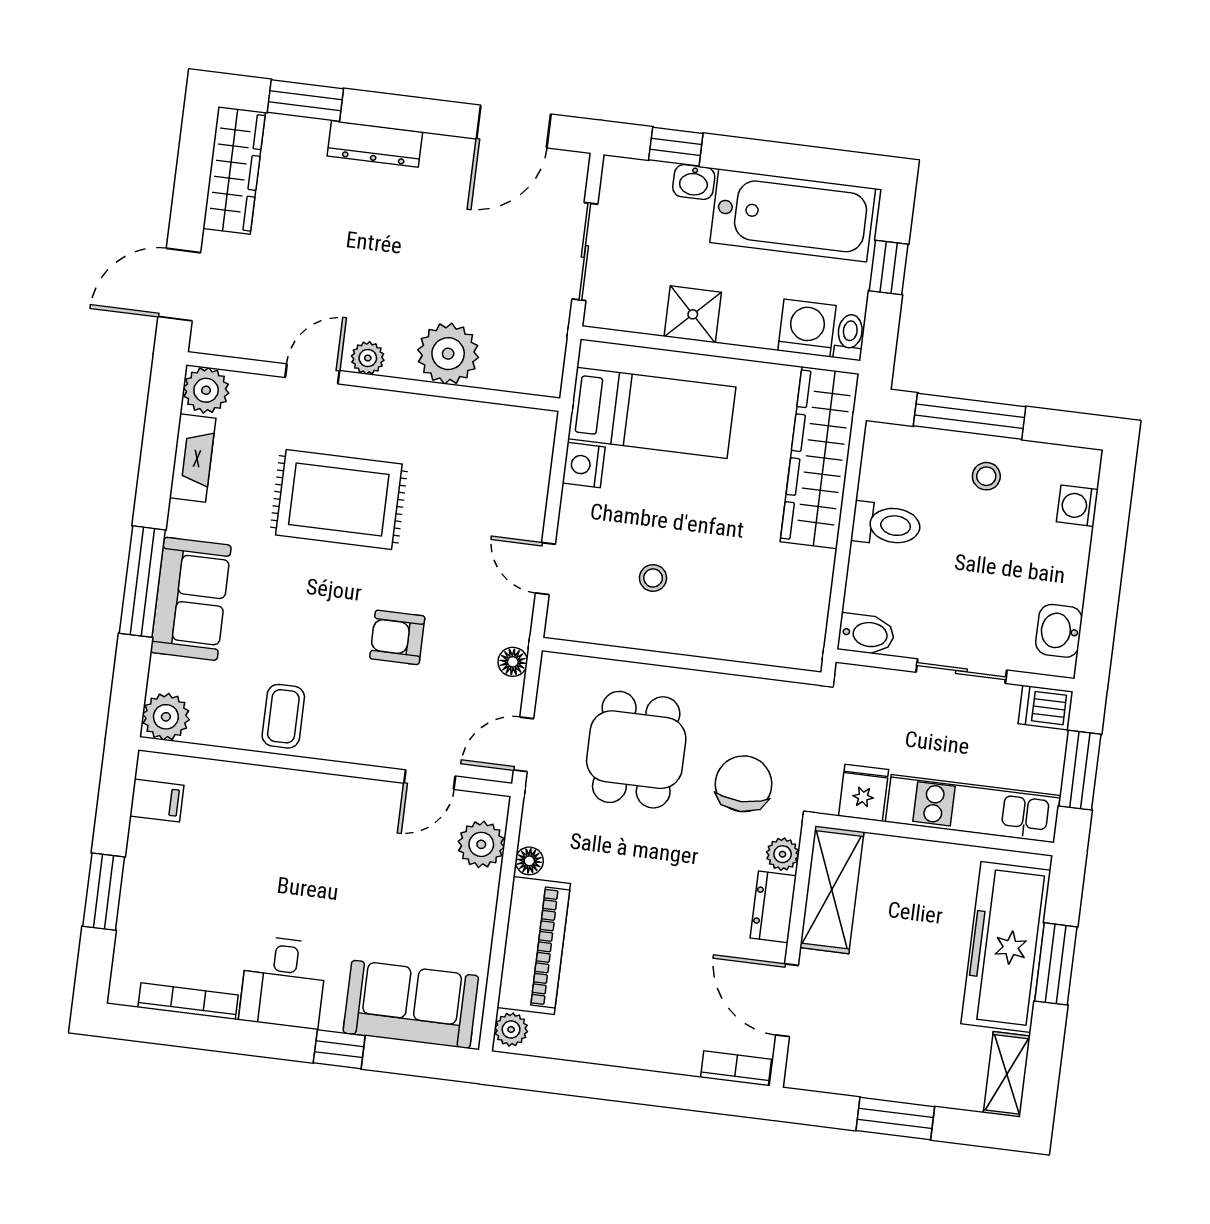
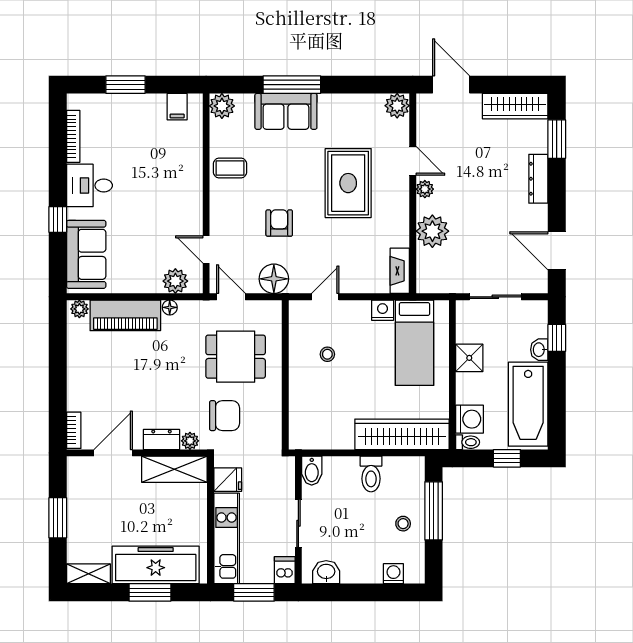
fireplace: (193, 458) -> (400, 271), moved, turned 90
floor lamp: (513, 662) -> (274, 279), width x1.89, depth x1.89

